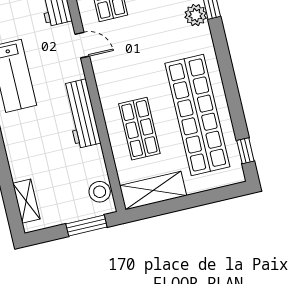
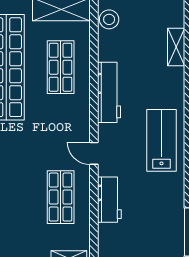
shelving: (26, 201) -> (176, 47), moved

